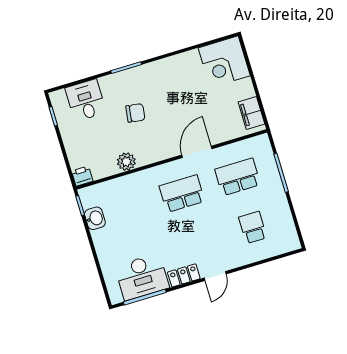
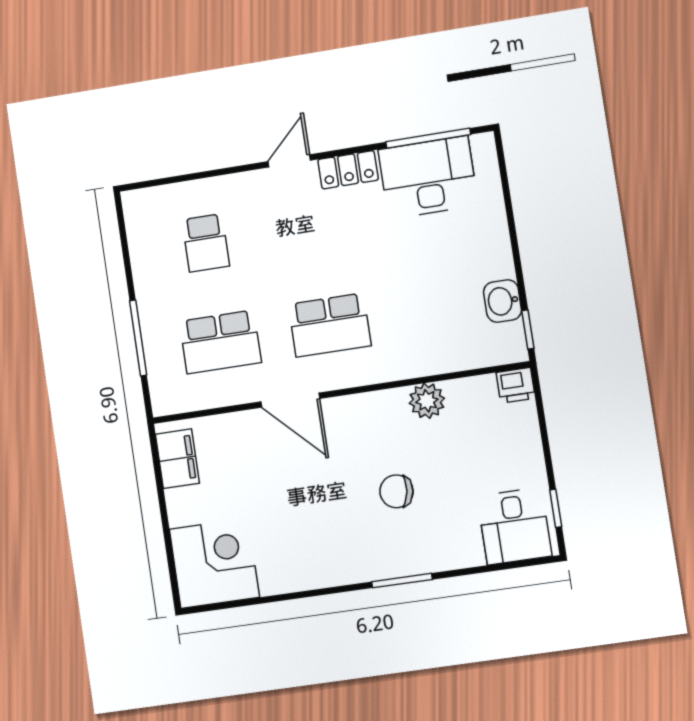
desk: (86, 100) -> (514, 526), moved
door: (197, 152) -> (290, 400), hinge flipped

